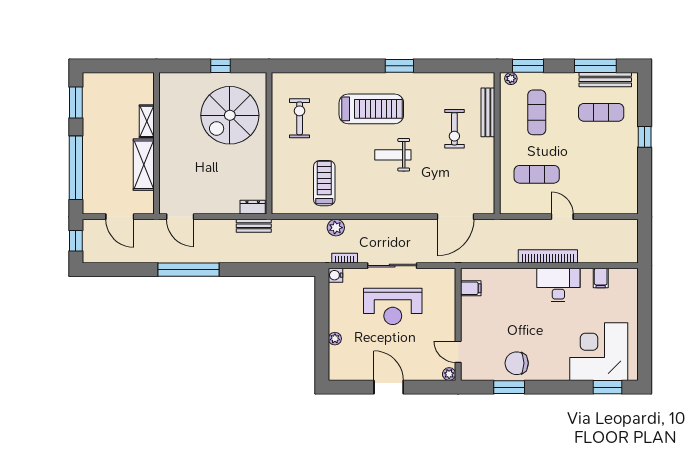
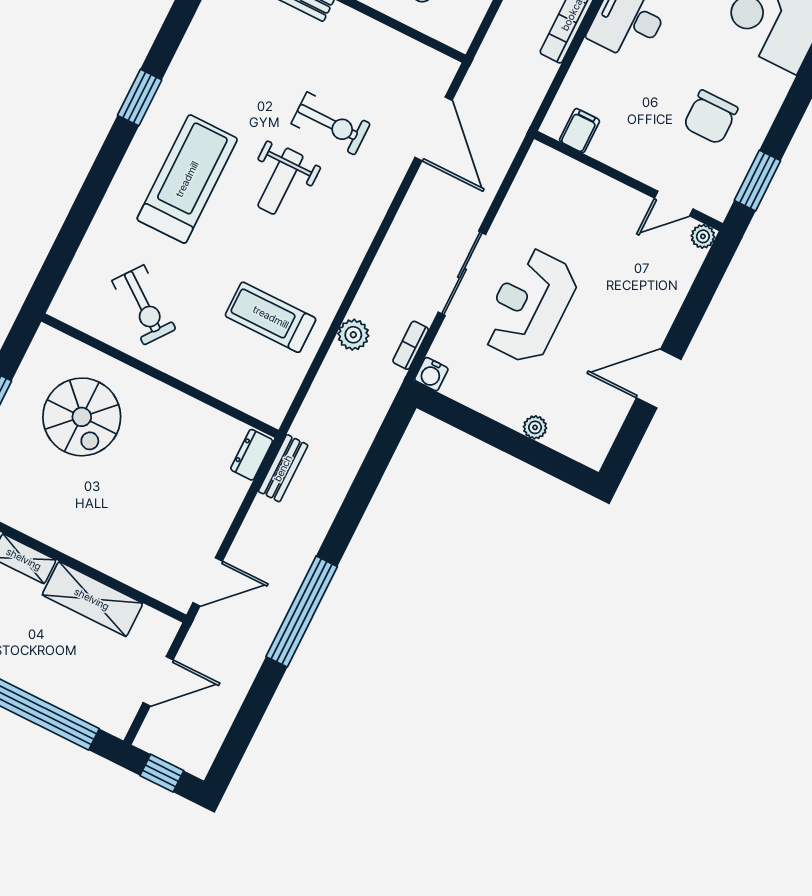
spiral stairs: (230, 115) -> (82, 417), width x0.73, depth x0.73
exercise bike: (300, 118) -> (144, 305), turned -143
exercise bike: (454, 129) -> (331, 124), moved
filing cabinet: (471, 288) -> (580, 131), moved
reception desk: (393, 306) -> (529, 306), turned 180
wall: (458, 324) -> (628, 181), moved
door: (458, 352) -> (674, 203), moved
chair: (517, 363) -> (711, 117), moved
plant: (449, 374) -> (703, 236), moved

